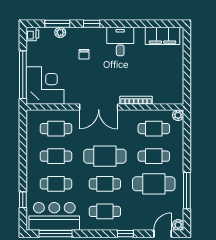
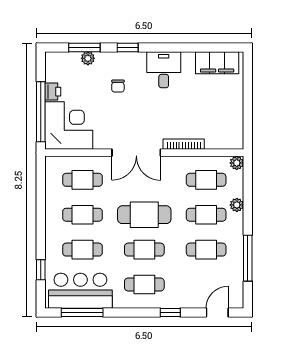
printer: (32, 34) -> (53, 92), moved
cafe table: (154, 184) -> (206, 250), width x0.73, depth x0.74
plant: (178, 225) -> (237, 205), moved

